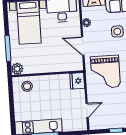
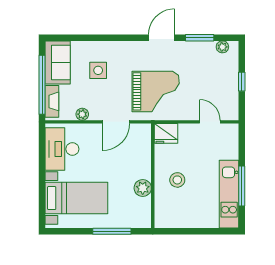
plant: (17, 69) -> (143, 188), moved
stool: (27, 86) -> (177, 180), moved

